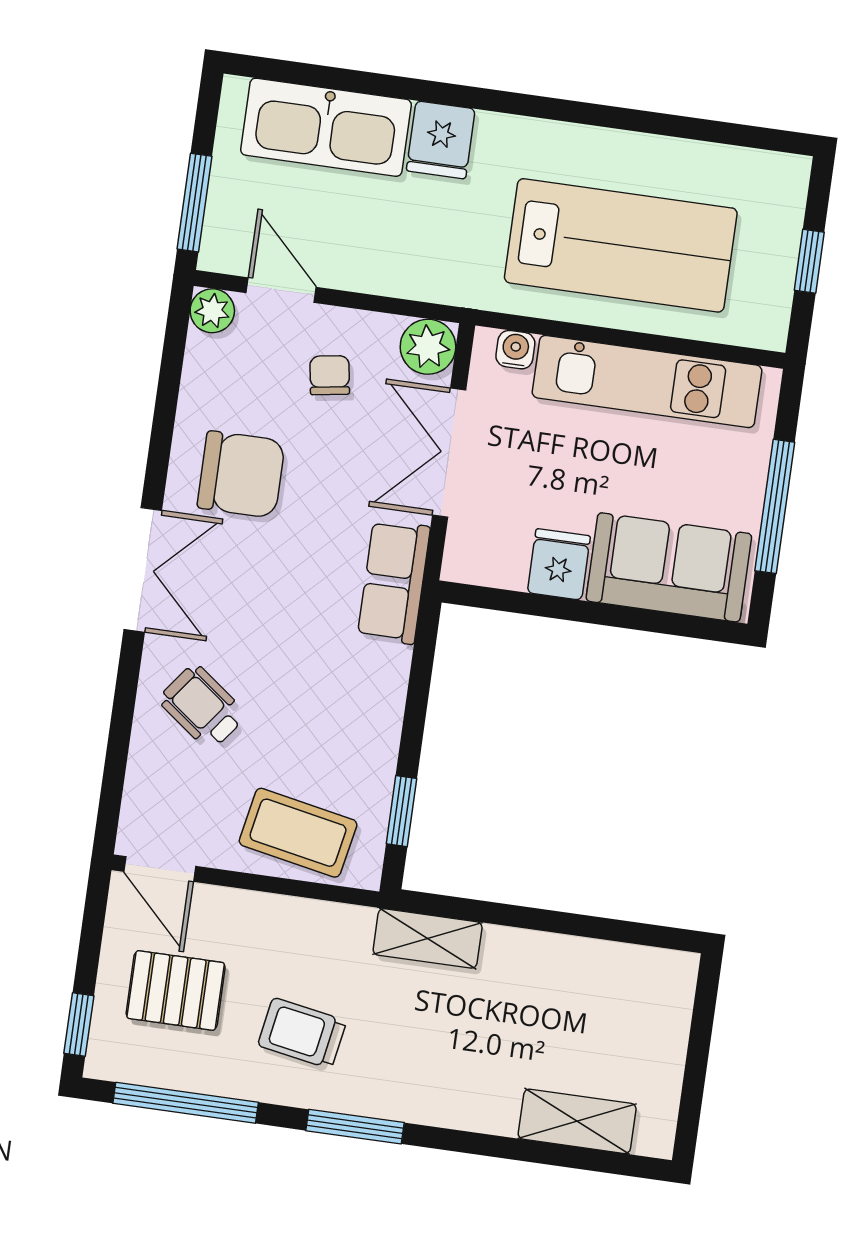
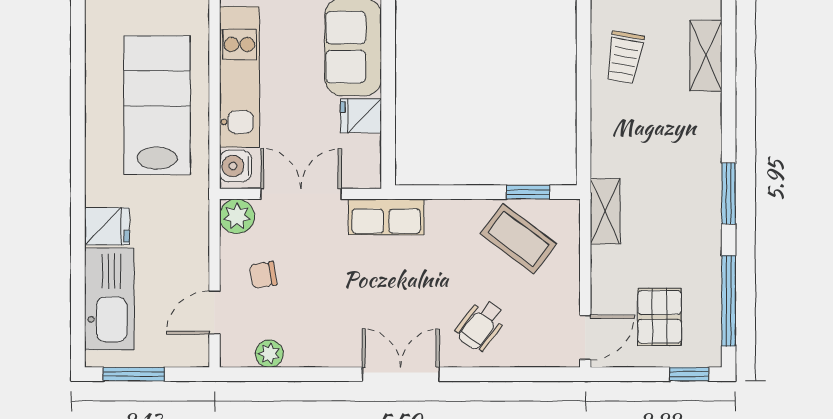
window: (194, 203) -> (134, 374), moved
plant: (212, 311) -> (269, 354), moved
water cooler: (515, 350) -> (235, 166), width x1.38, depth x1.38
double door: (449, 453) -> (301, 194), swing flipped
chair: (241, 474) -> (333, 321), removed
coffee table: (298, 833) -> (518, 239), moved, turned -64
shelving: (428, 938) -> (605, 211), moved
trolley: (302, 1033) -> (625, 57), moved

